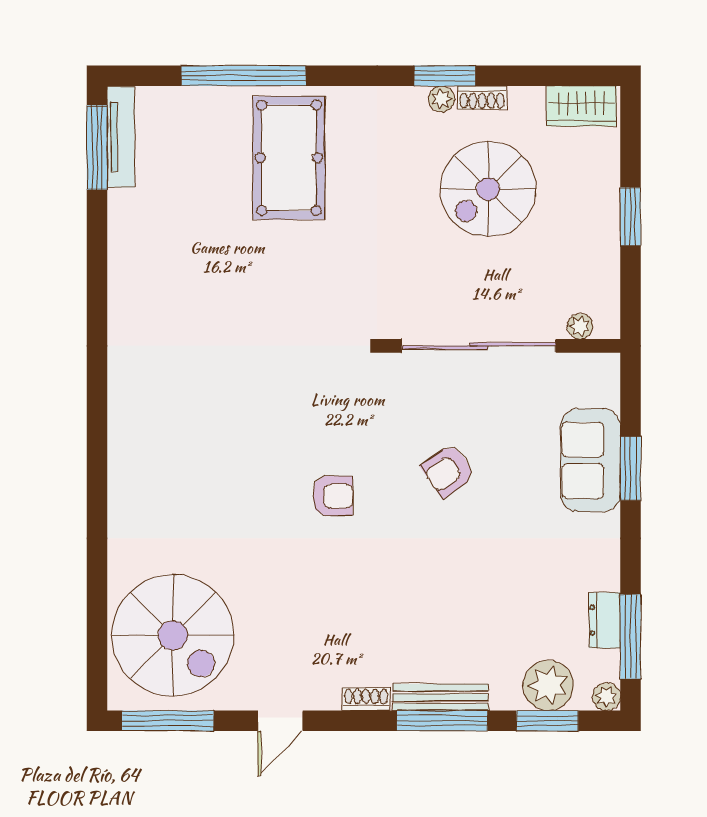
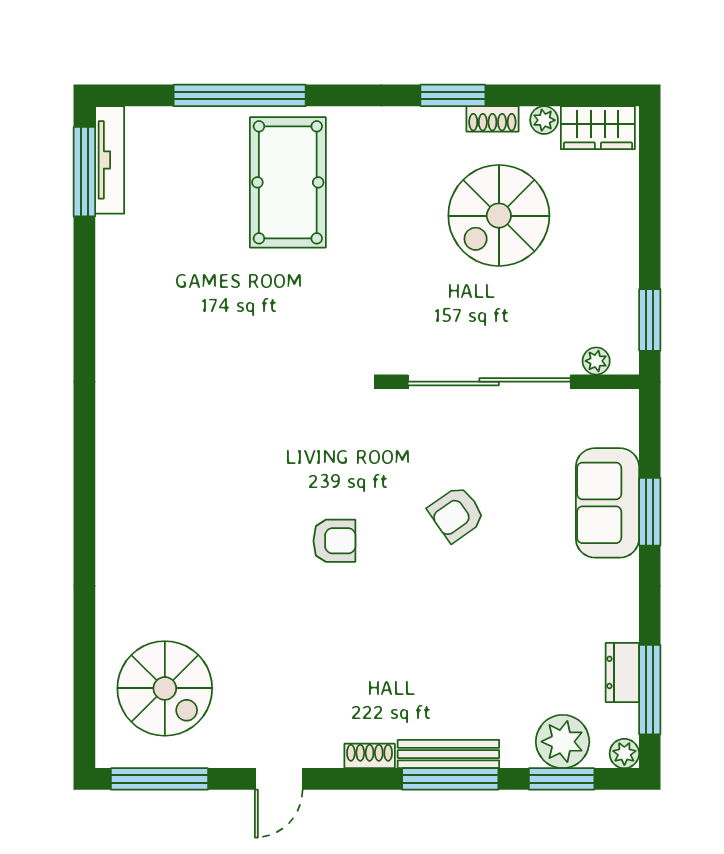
plant: (442, 99) -> (544, 120), moved
window: (630, 217) -> (650, 320), moved
spiral stairs: (173, 635) -> (165, 688), width x0.73, depth x0.73

